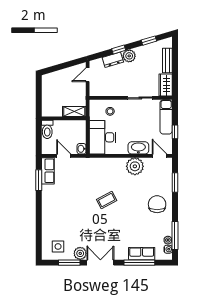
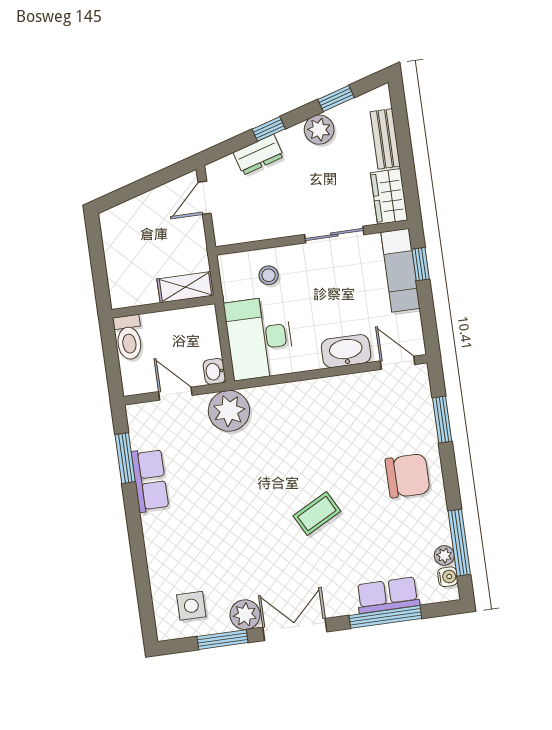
plant: (129, 56) -> (319, 130), moved
window: (175, 132) -> (421, 264), moved
plant: (135, 166) -> (229, 411), moved
row of seats: (48, 171) -> (150, 480), moved
coffee table: (107, 200) -> (317, 514), moved
chair: (157, 204) -> (408, 476), turned 90

